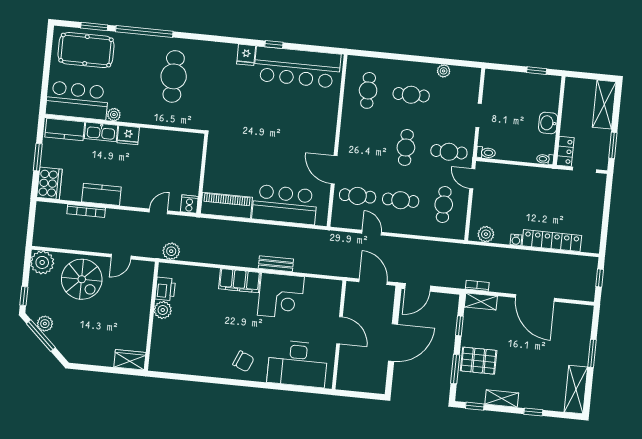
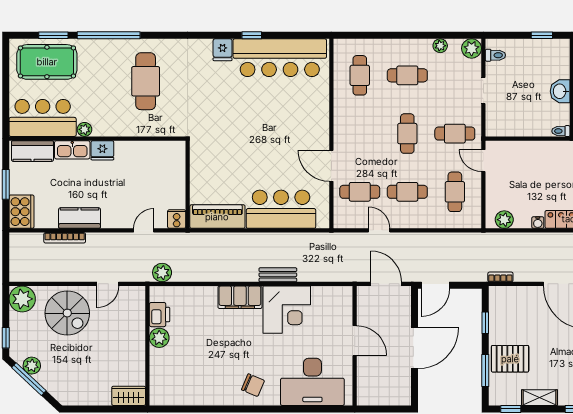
plant: (472, 76) -> (472, 48), added
toilet: (486, 153) -> (495, 55), moved
shelving: (481, 302) -> (506, 294), removed

